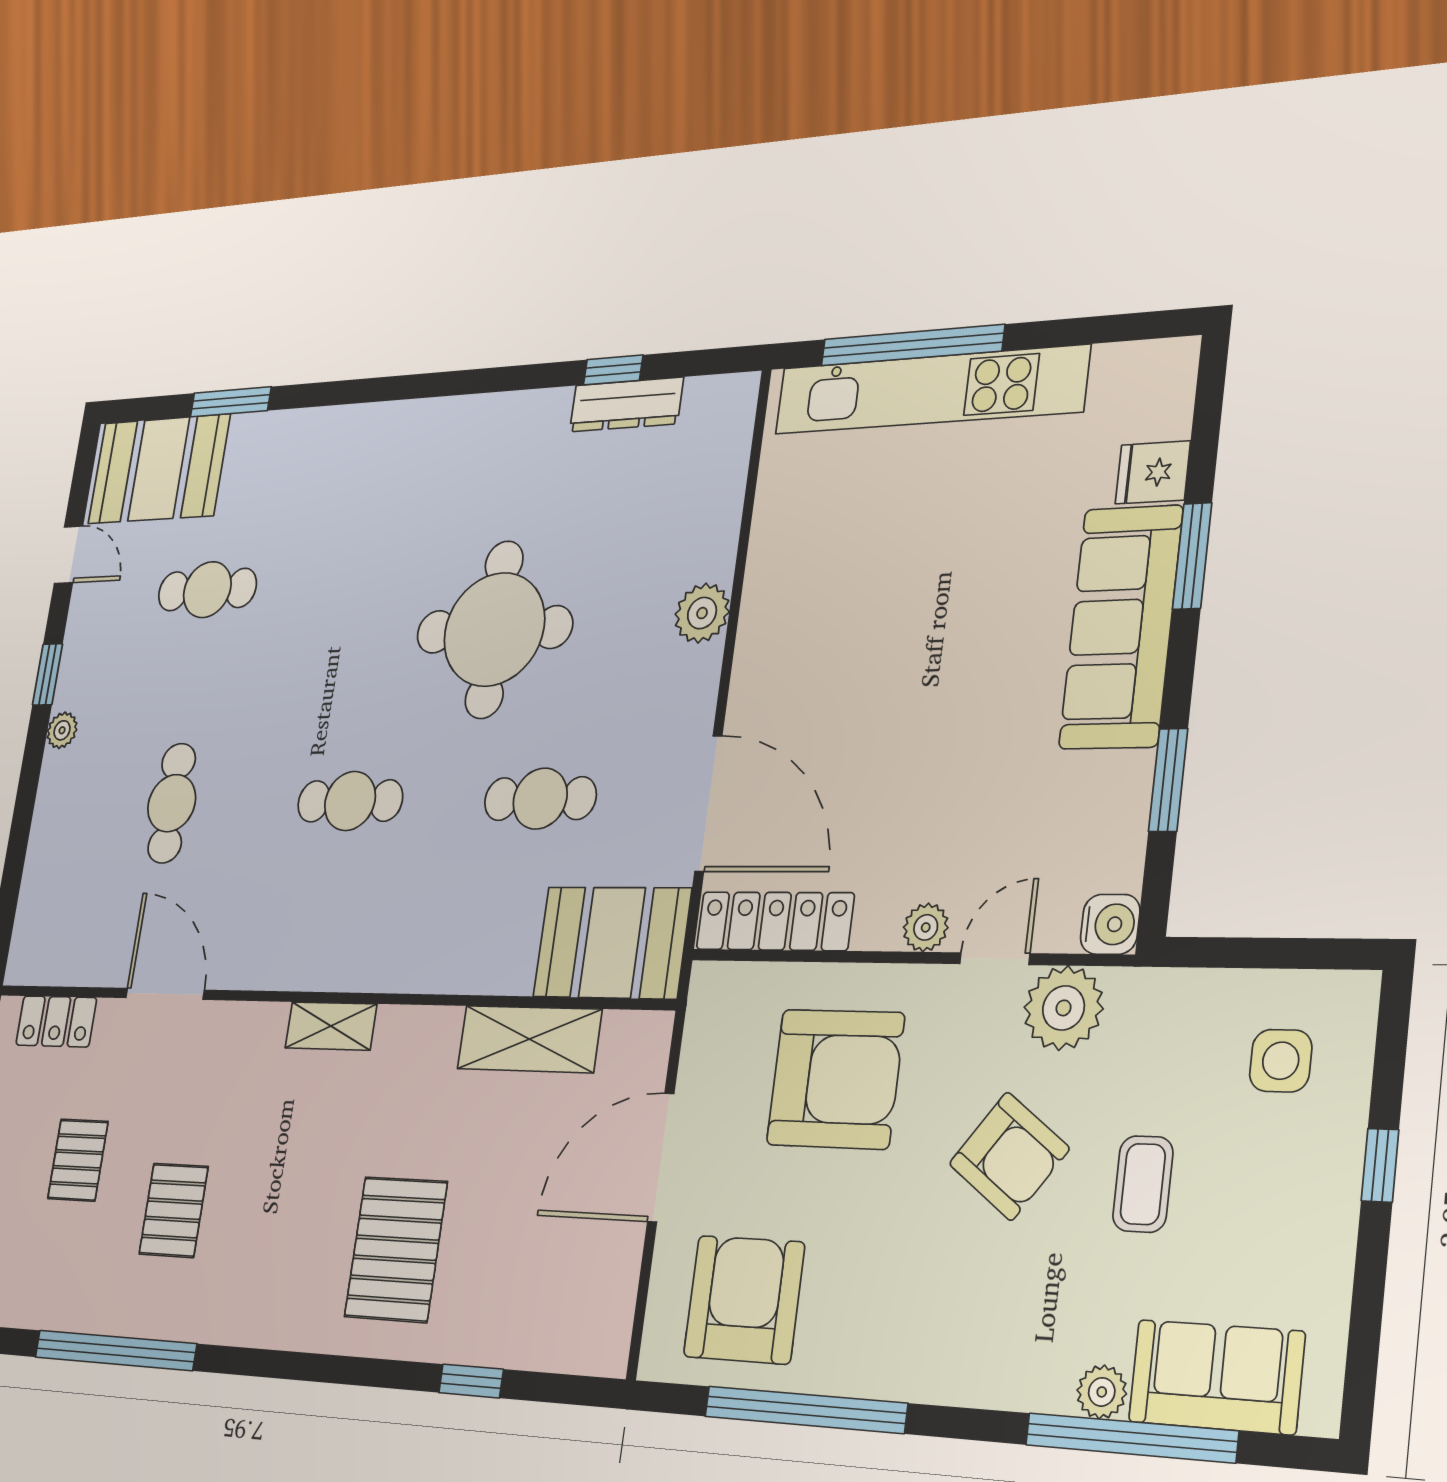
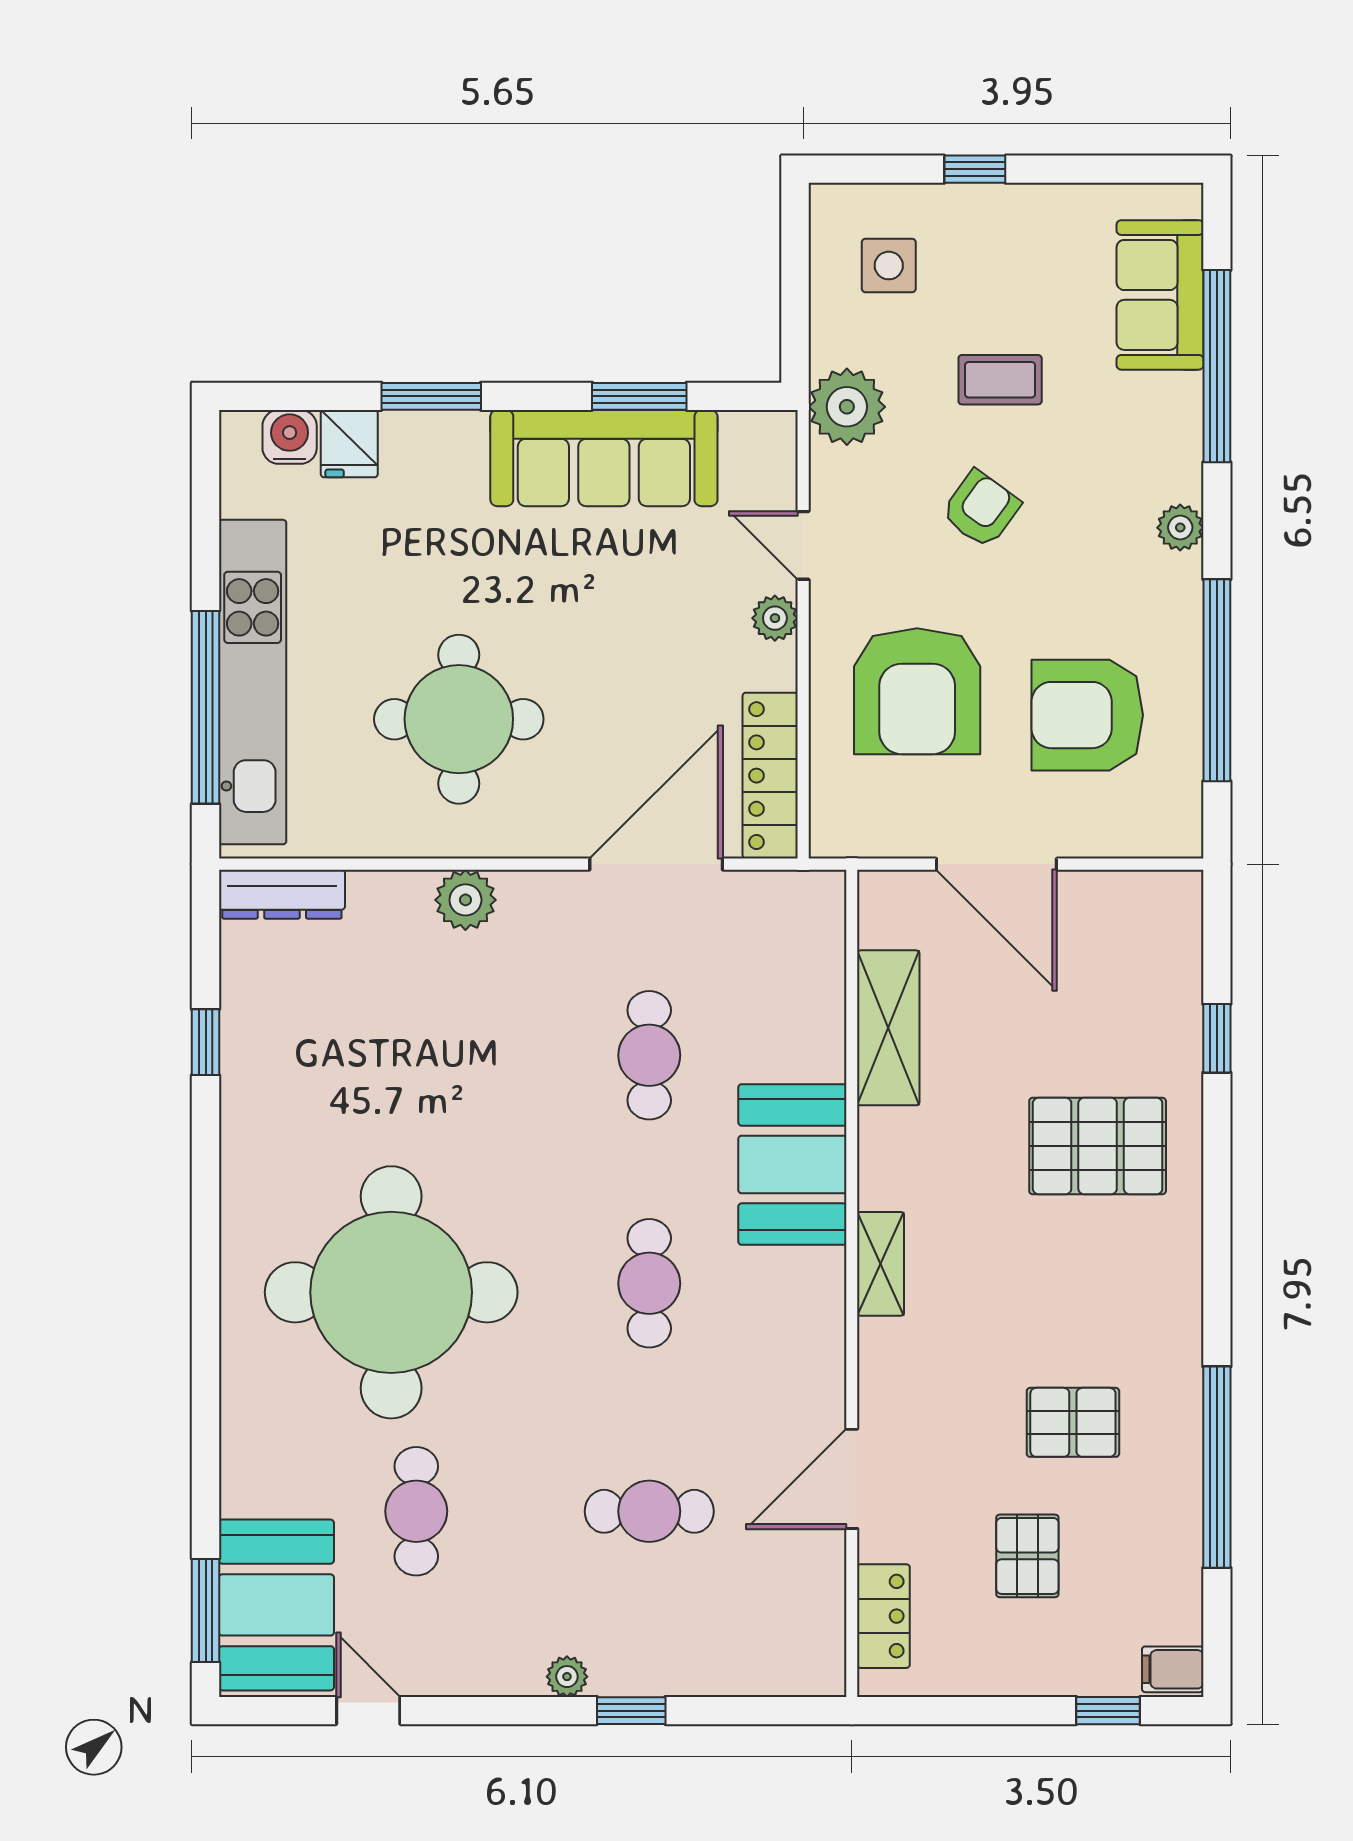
window: (231, 402) -> (206, 1610), moved
dresser: (626, 405) -> (282, 894), moved, turned 90
door: (68, 555) -> (368, 1711), hinge flipped
round table: (869, 599) -> (459, 719), added
sofa: (1121, 627) -> (604, 458), moved
round table: (494, 629) -> (391, 1292), moved, width x1.36, depth x1.36
window: (47, 674) -> (631, 1711), moved
water cooler: (1110, 924) -> (290, 437), moved
booth: (612, 943) -> (792, 1164), moved
plant: (1064, 1008) -> (847, 407), moved
armchair: (835, 1079) -> (917, 691), turned 180
armchair: (1009, 1156) -> (981, 509), width x0.72, depth x0.72
pallet: (78, 1160) -> (1027, 1556), turned 90
armchair: (744, 1300) -> (1087, 715), moved
plant: (1102, 1392) -> (1180, 528), moved

